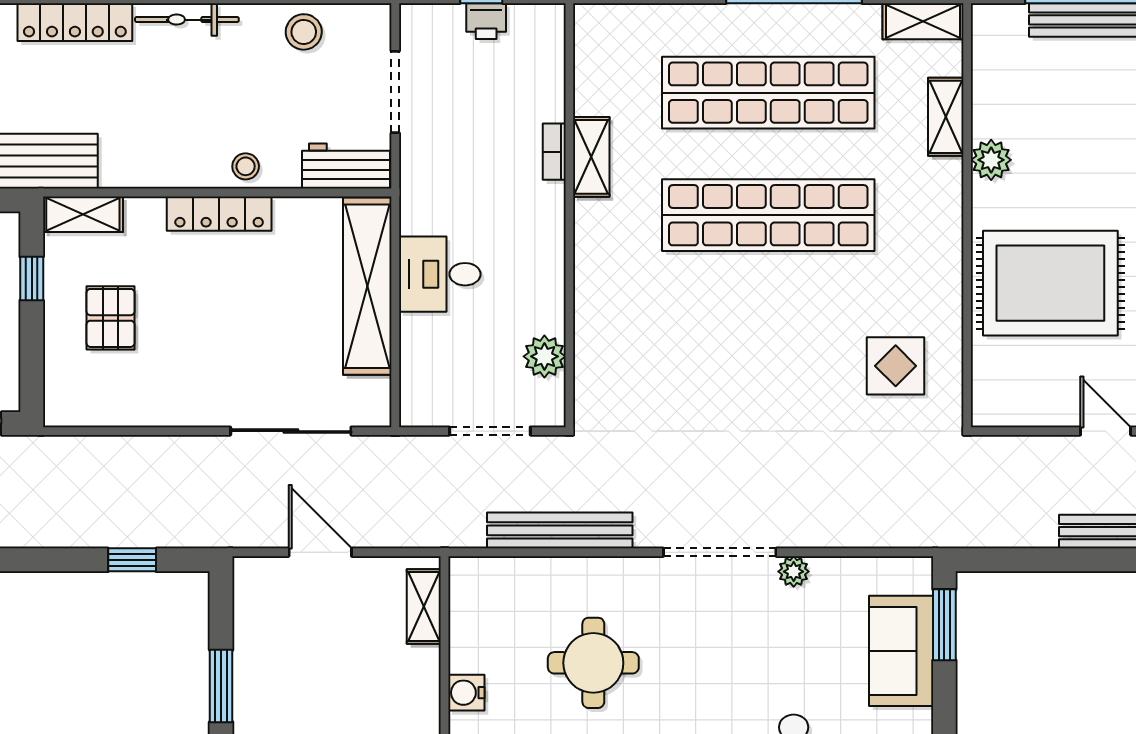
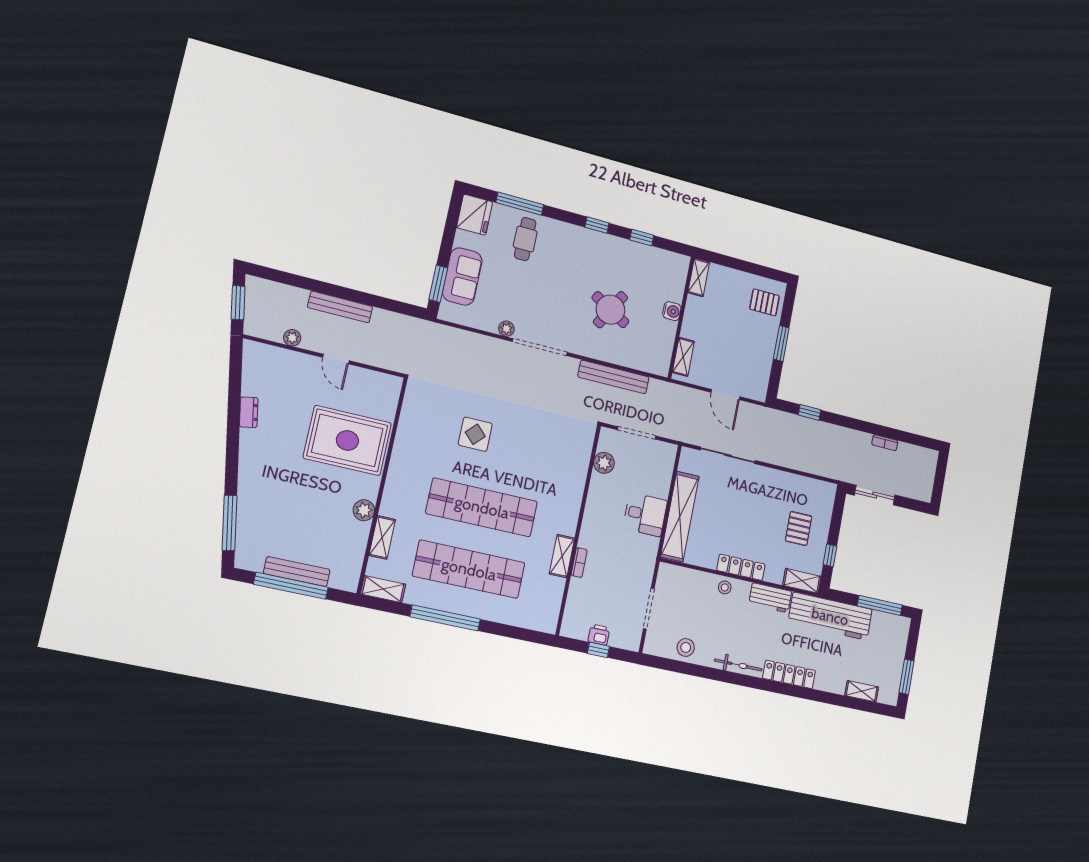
workbench: (346, 166) -> (770, 598), moved
display table: (896, 366) -> (475, 434), moved
round table: (593, 663) -> (610, 310), turned 30

